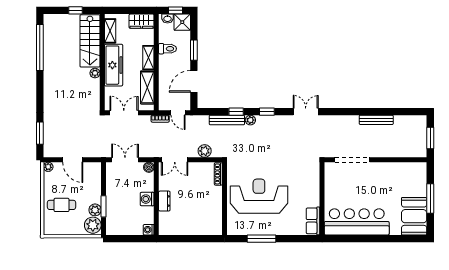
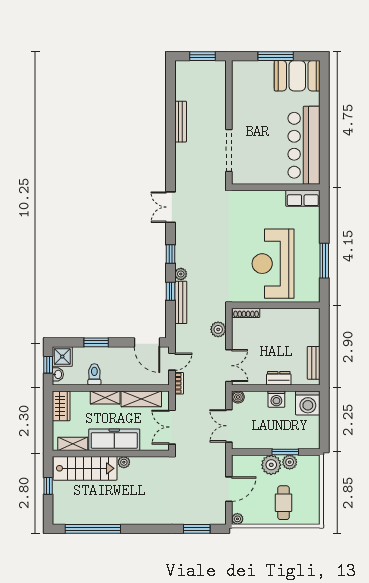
door: (194, 81) -> (147, 342), moved
plant: (93, 225) -> (271, 465), moved
washing machine: (149, 230) -> (308, 403), width x1.89, depth x1.89
bench: (177, 230) -> (314, 363), added

